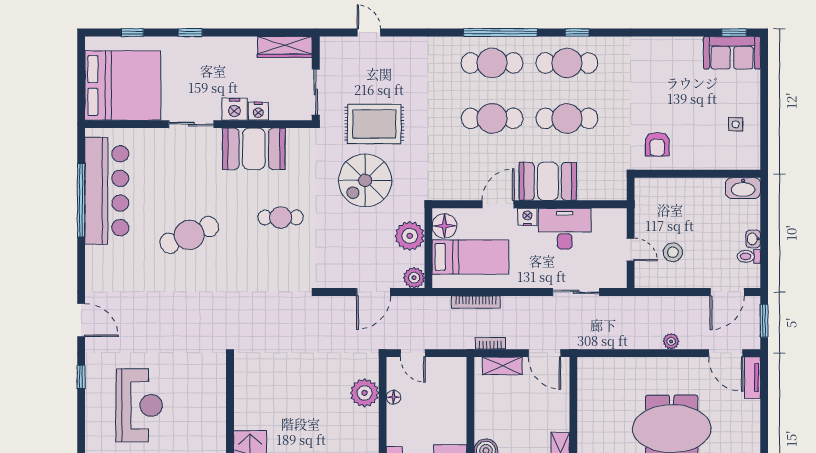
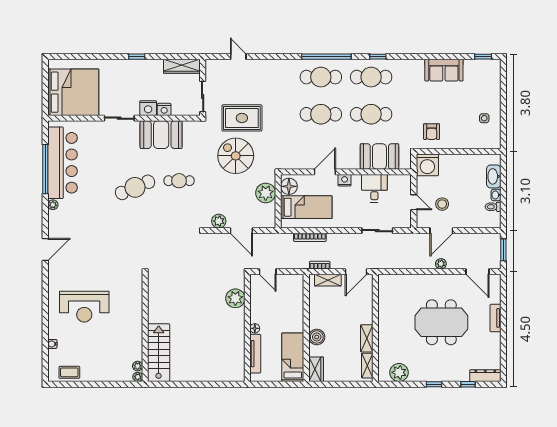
window: (132, 33) -> (80, 57), removed
window: (190, 33) -> (137, 57), moved
sofa: (732, 53) -> (444, 70), moved
spiral stairs: (365, 180) -> (236, 156), turned 90
booth: (548, 181) -> (379, 156), moved
washbasin: (743, 188) -> (494, 176), moved, turned 90
washing machine: (651, 194) -> (427, 165), added
desk: (565, 229) -> (374, 188), width x0.73
cafe table: (189, 235) -> (135, 187), moved
plant: (92, 253) -> (53, 205), added
plant: (414, 278) -> (219, 221), moved
door: (373, 292) -> (241, 231), hinge flipped
door: (727, 292) -> (441, 231), moved
door: (81, 320) -> (45, 249), hinge flipped
door: (545, 353) -> (356, 272), hinge flipped
window: (81, 377) -> (45, 288), removed
tv unit: (752, 378) -> (495, 318), moved
floor lamp: (393, 397) -> (255, 328), moved
reception desk: (139, 405) -> (84, 307), turned 90

